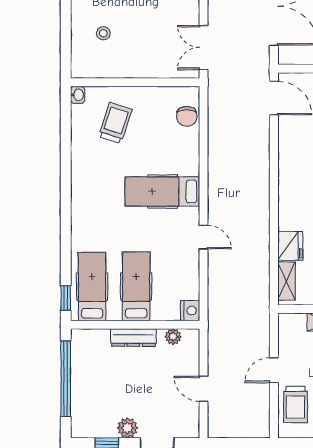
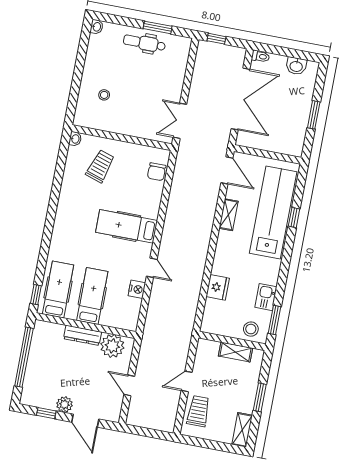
shelving: (286, 281) -> (229, 215), moved
nightstand: (190, 311) -> (137, 289), moved
plant: (173, 337) -> (112, 346), width x1.87, depth x1.87
trolley: (295, 404) -> (198, 411), turned 180

